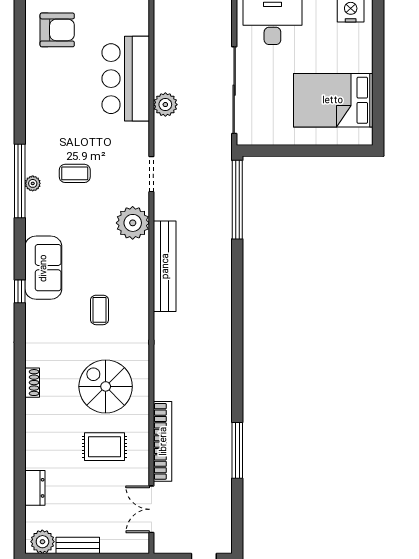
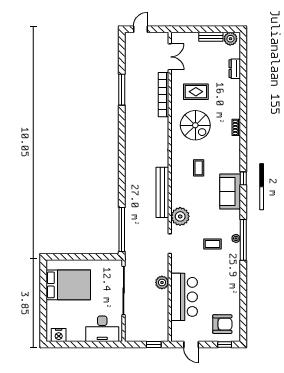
armchair: (57, 30) -> (222, 324), turned 180

